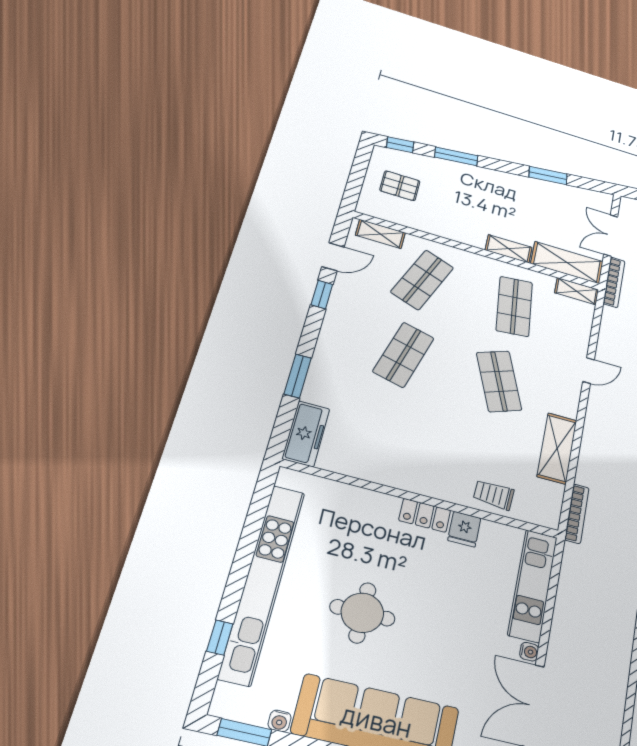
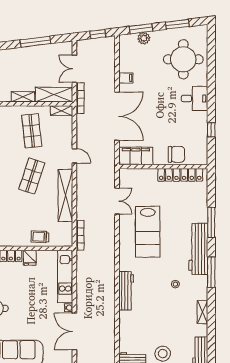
window: (548, 175) -> (35, 42), width x1.44
door: (588, 371) -> (74, 156), hinge flipped
shop shelf: (499, 381) -> (32, 176), turned 39
shelving: (557, 448) -> (65, 196), width x1.47

